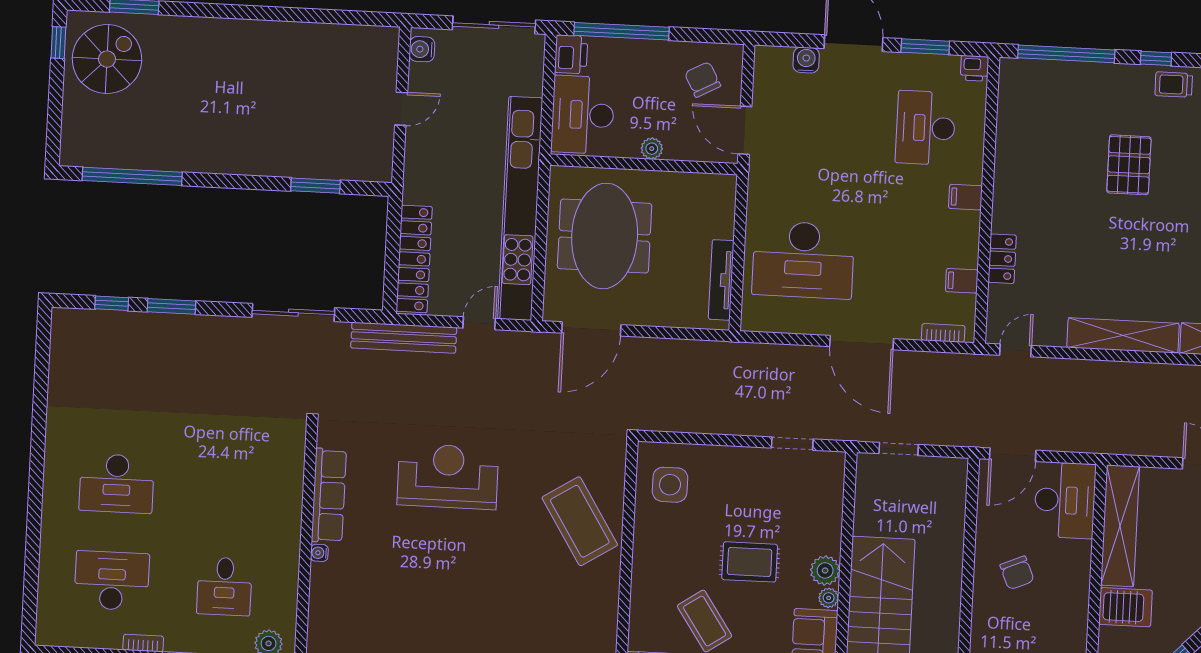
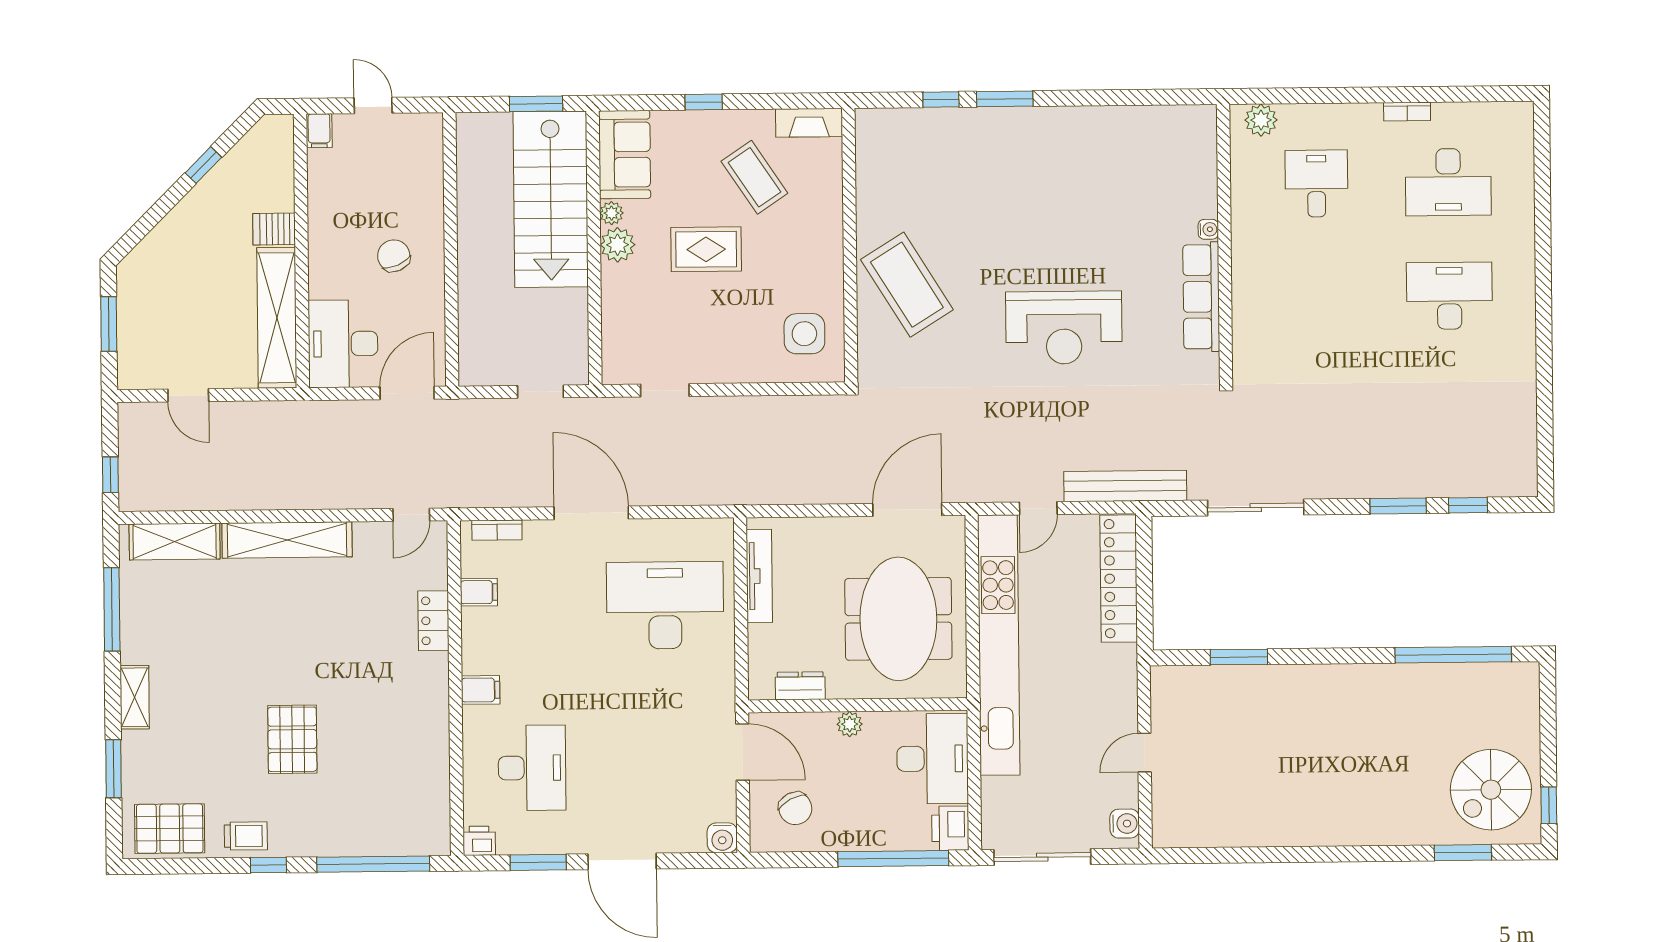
water cooler: (806, 60) -> (722, 838), moved
dresser: (692, 184) -> (800, 686), added
server rack: (1125, 607) -> (274, 229), width x0.73, depth x0.70

